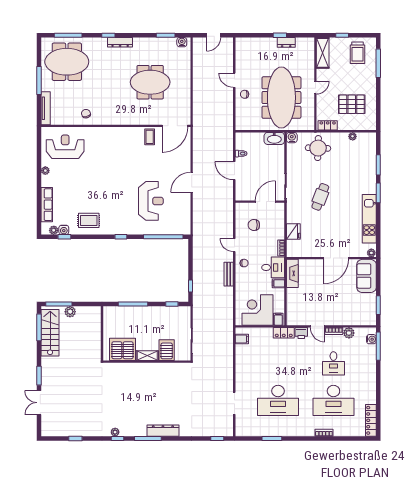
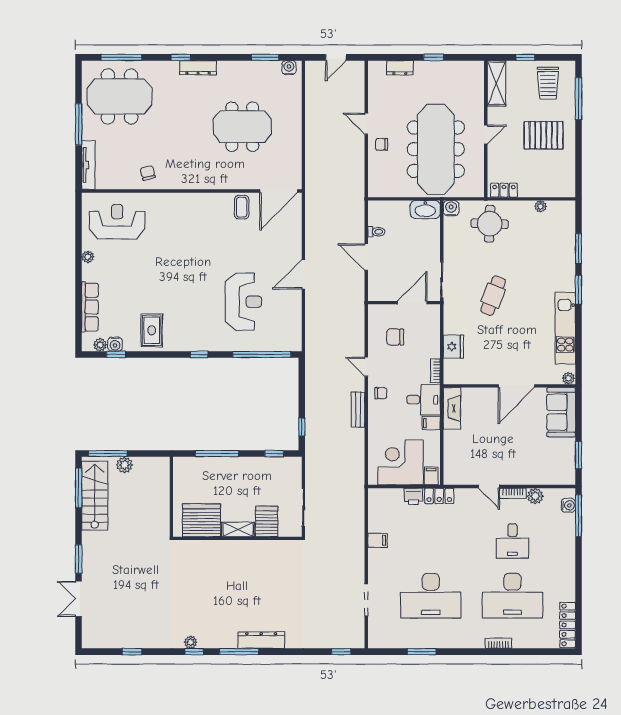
dresser: (286, 42) -> (400, 68), moved
pallet: (352, 104) -> (544, 135), moved
rug: (89, 220) -> (152, 330), turned 90
printer: (301, 333) -> (413, 496), moved
filing cabinet: (242, 339) -> (377, 540), moved

